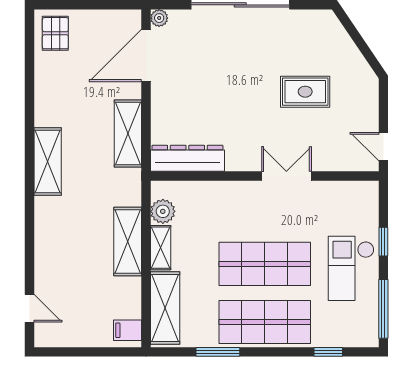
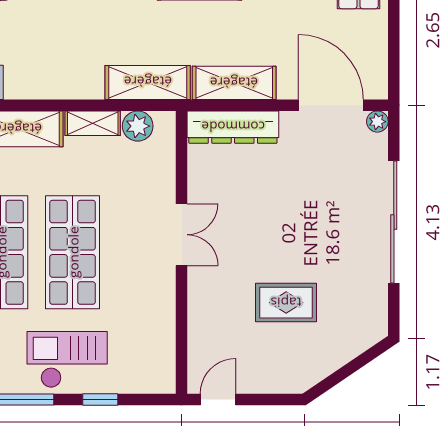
rug: (305, 92) -> (286, 303), turned 90
dresser: (187, 158) -> (233, 127), moved, turned 90
double door: (286, 176) -> (182, 235), moved
shelving: (128, 241) -> (148, 82), moved

